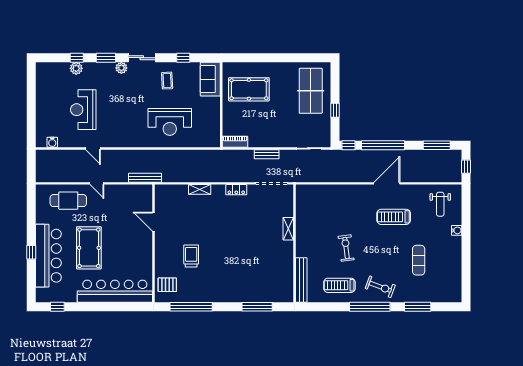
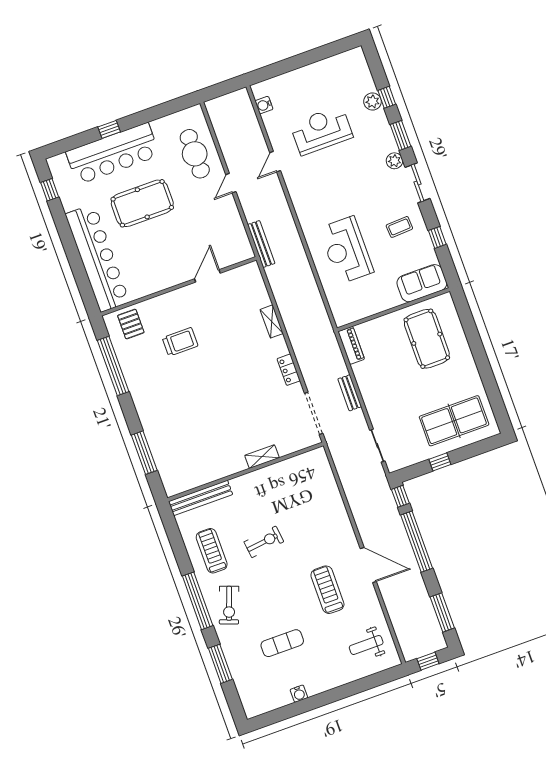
water cooler: (457, 230) -> (299, 694), moved

